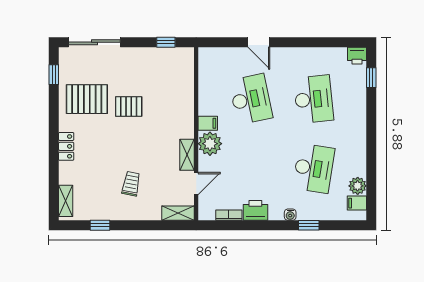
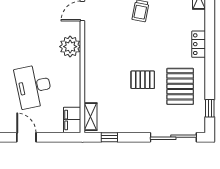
pallet: (87, 99) -> (180, 86), turned 90
filing cabinet: (208, 123) -> (72, 120), moved, width x2.00
shelving: (187, 155) -> (91, 117), moved

